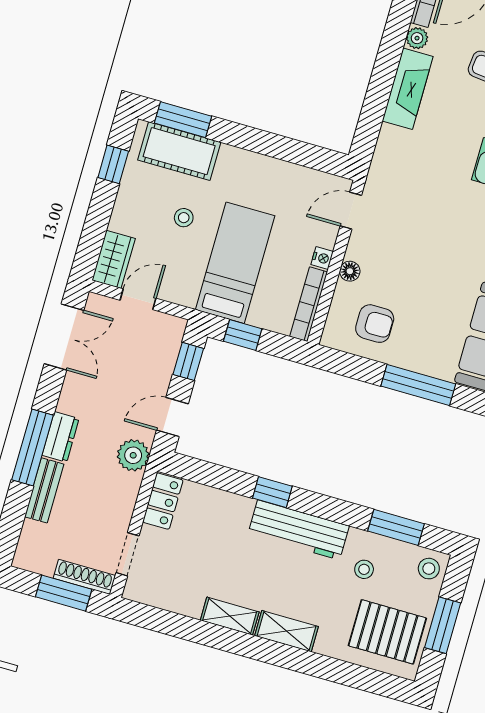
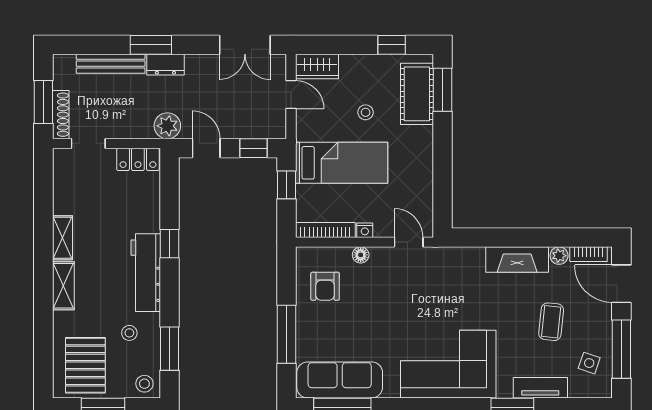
window: (33, 447) -> (151, 45), width x0.69
bench: (44, 490) -> (111, 64), width x1.36

